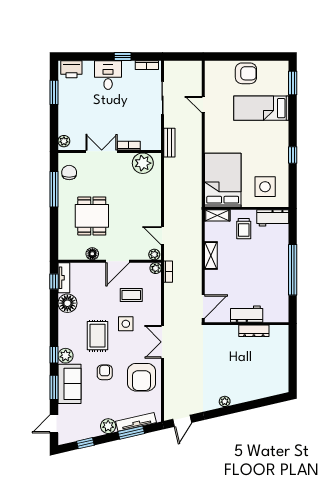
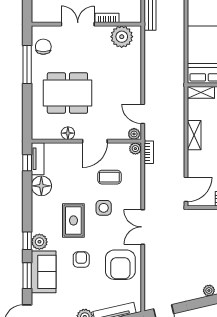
plant: (64, 141) -> (38, 13), removed
dining table: (92, 216) -> (67, 93), width x1.38

